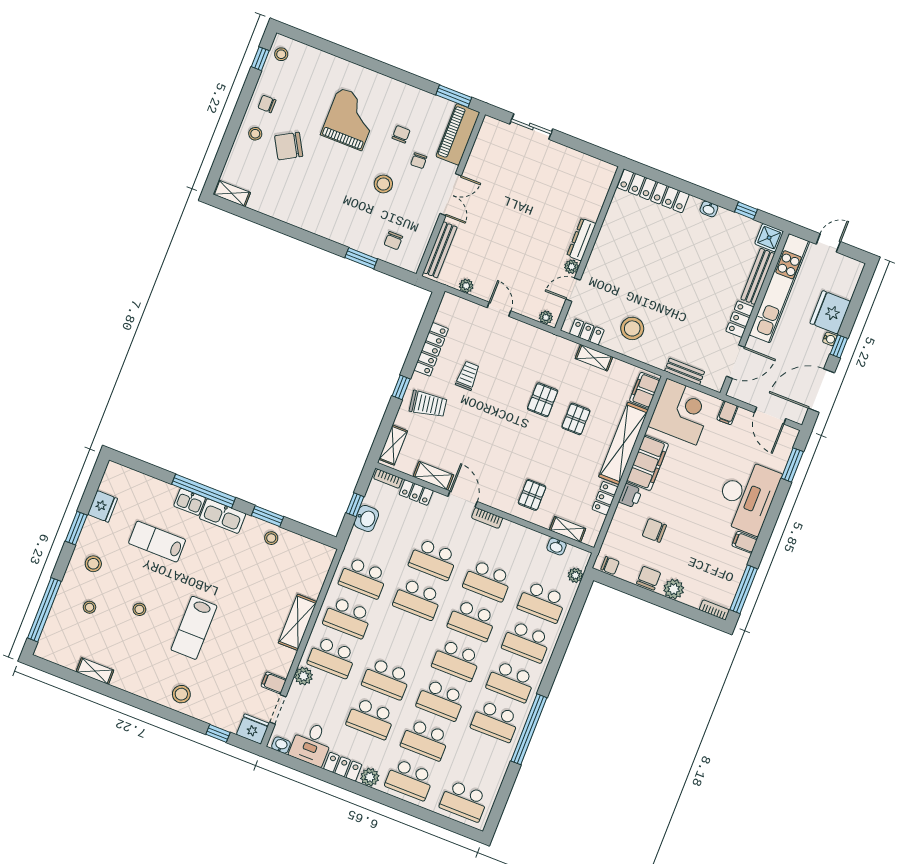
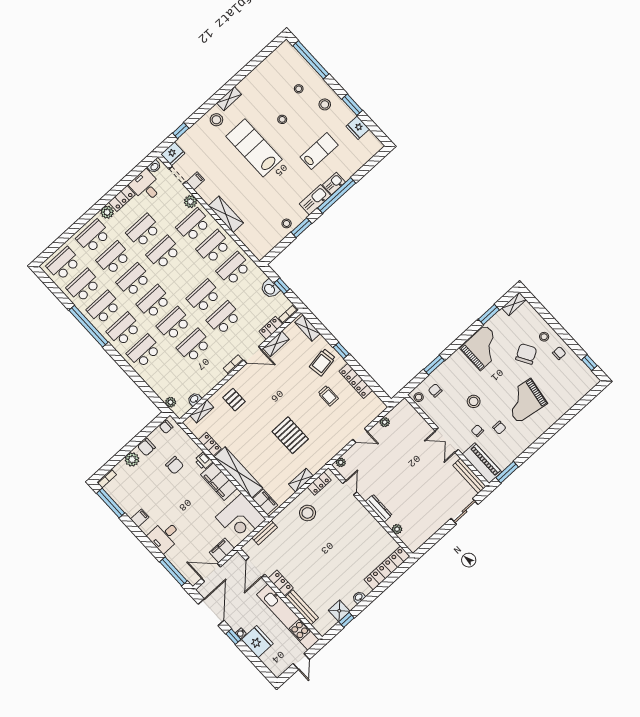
stool: (281, 54) -> (419, 397), moved
grand piano: (350, 119) -> (524, 401), turned 99
grand piano: (308, 206) -> (483, 348), added
window: (261, 219) -> (489, 315), added
shower: (769, 238) -> (339, 611), moved
bench: (440, 250) -> (469, 476), moved
plant: (572, 267) -> (397, 529), moved
pallet: (543, 400) -> (290, 435), width x1.50, depth x1.42
filing cabinet: (728, 413) -> (222, 550), width x2.00
pallet: (576, 419) -> (268, 450), removed
window: (792, 465) -> (173, 571), width x1.44
desk: (747, 496) -> (165, 536), width x0.53, depth x0.77
chair: (654, 530) -> (175, 465), turned 90
chair: (649, 578) -> (146, 447), turned 90
school desk: (542, 602) -> (84, 286), moved
lab bench: (194, 628) -> (254, 148), width x1.36, depth x1.39
shelving: (95, 671) -> (229, 99), moved

